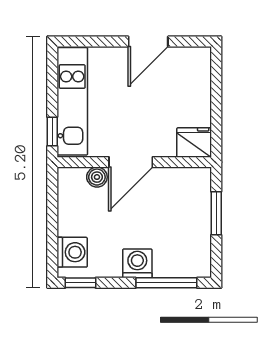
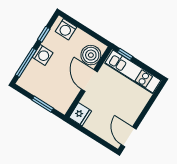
door: (148, 41) -> (129, 137), moved
boiler: (97, 177) -> (91, 55), width x1.86, depth x1.86
window: (80, 283) -> (44, 34), moved

